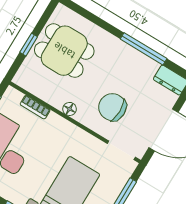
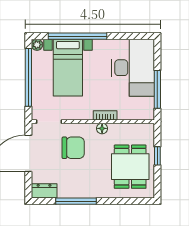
dining table: (64, 51) -> (130, 167), turned 90
bookcase: (35, 107) -> (105, 115), moved

